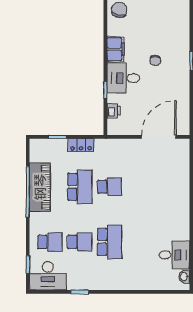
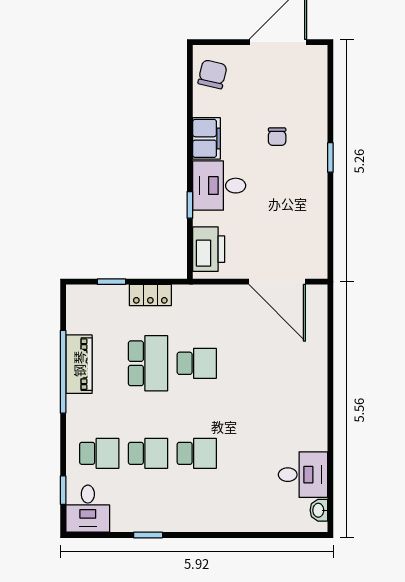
chair: (155, 60) -> (277, 137), moved
printer: (114, 111) -> (209, 249), width x1.87, depth x1.48
door: (159, 137) -> (277, 282), swing flipped
piano: (40, 187) -> (79, 364), width x0.73, depth x0.75
school desk: (110, 242) -> (197, 453), width x0.54
desk: (48, 276) -> (88, 509), width x0.73

